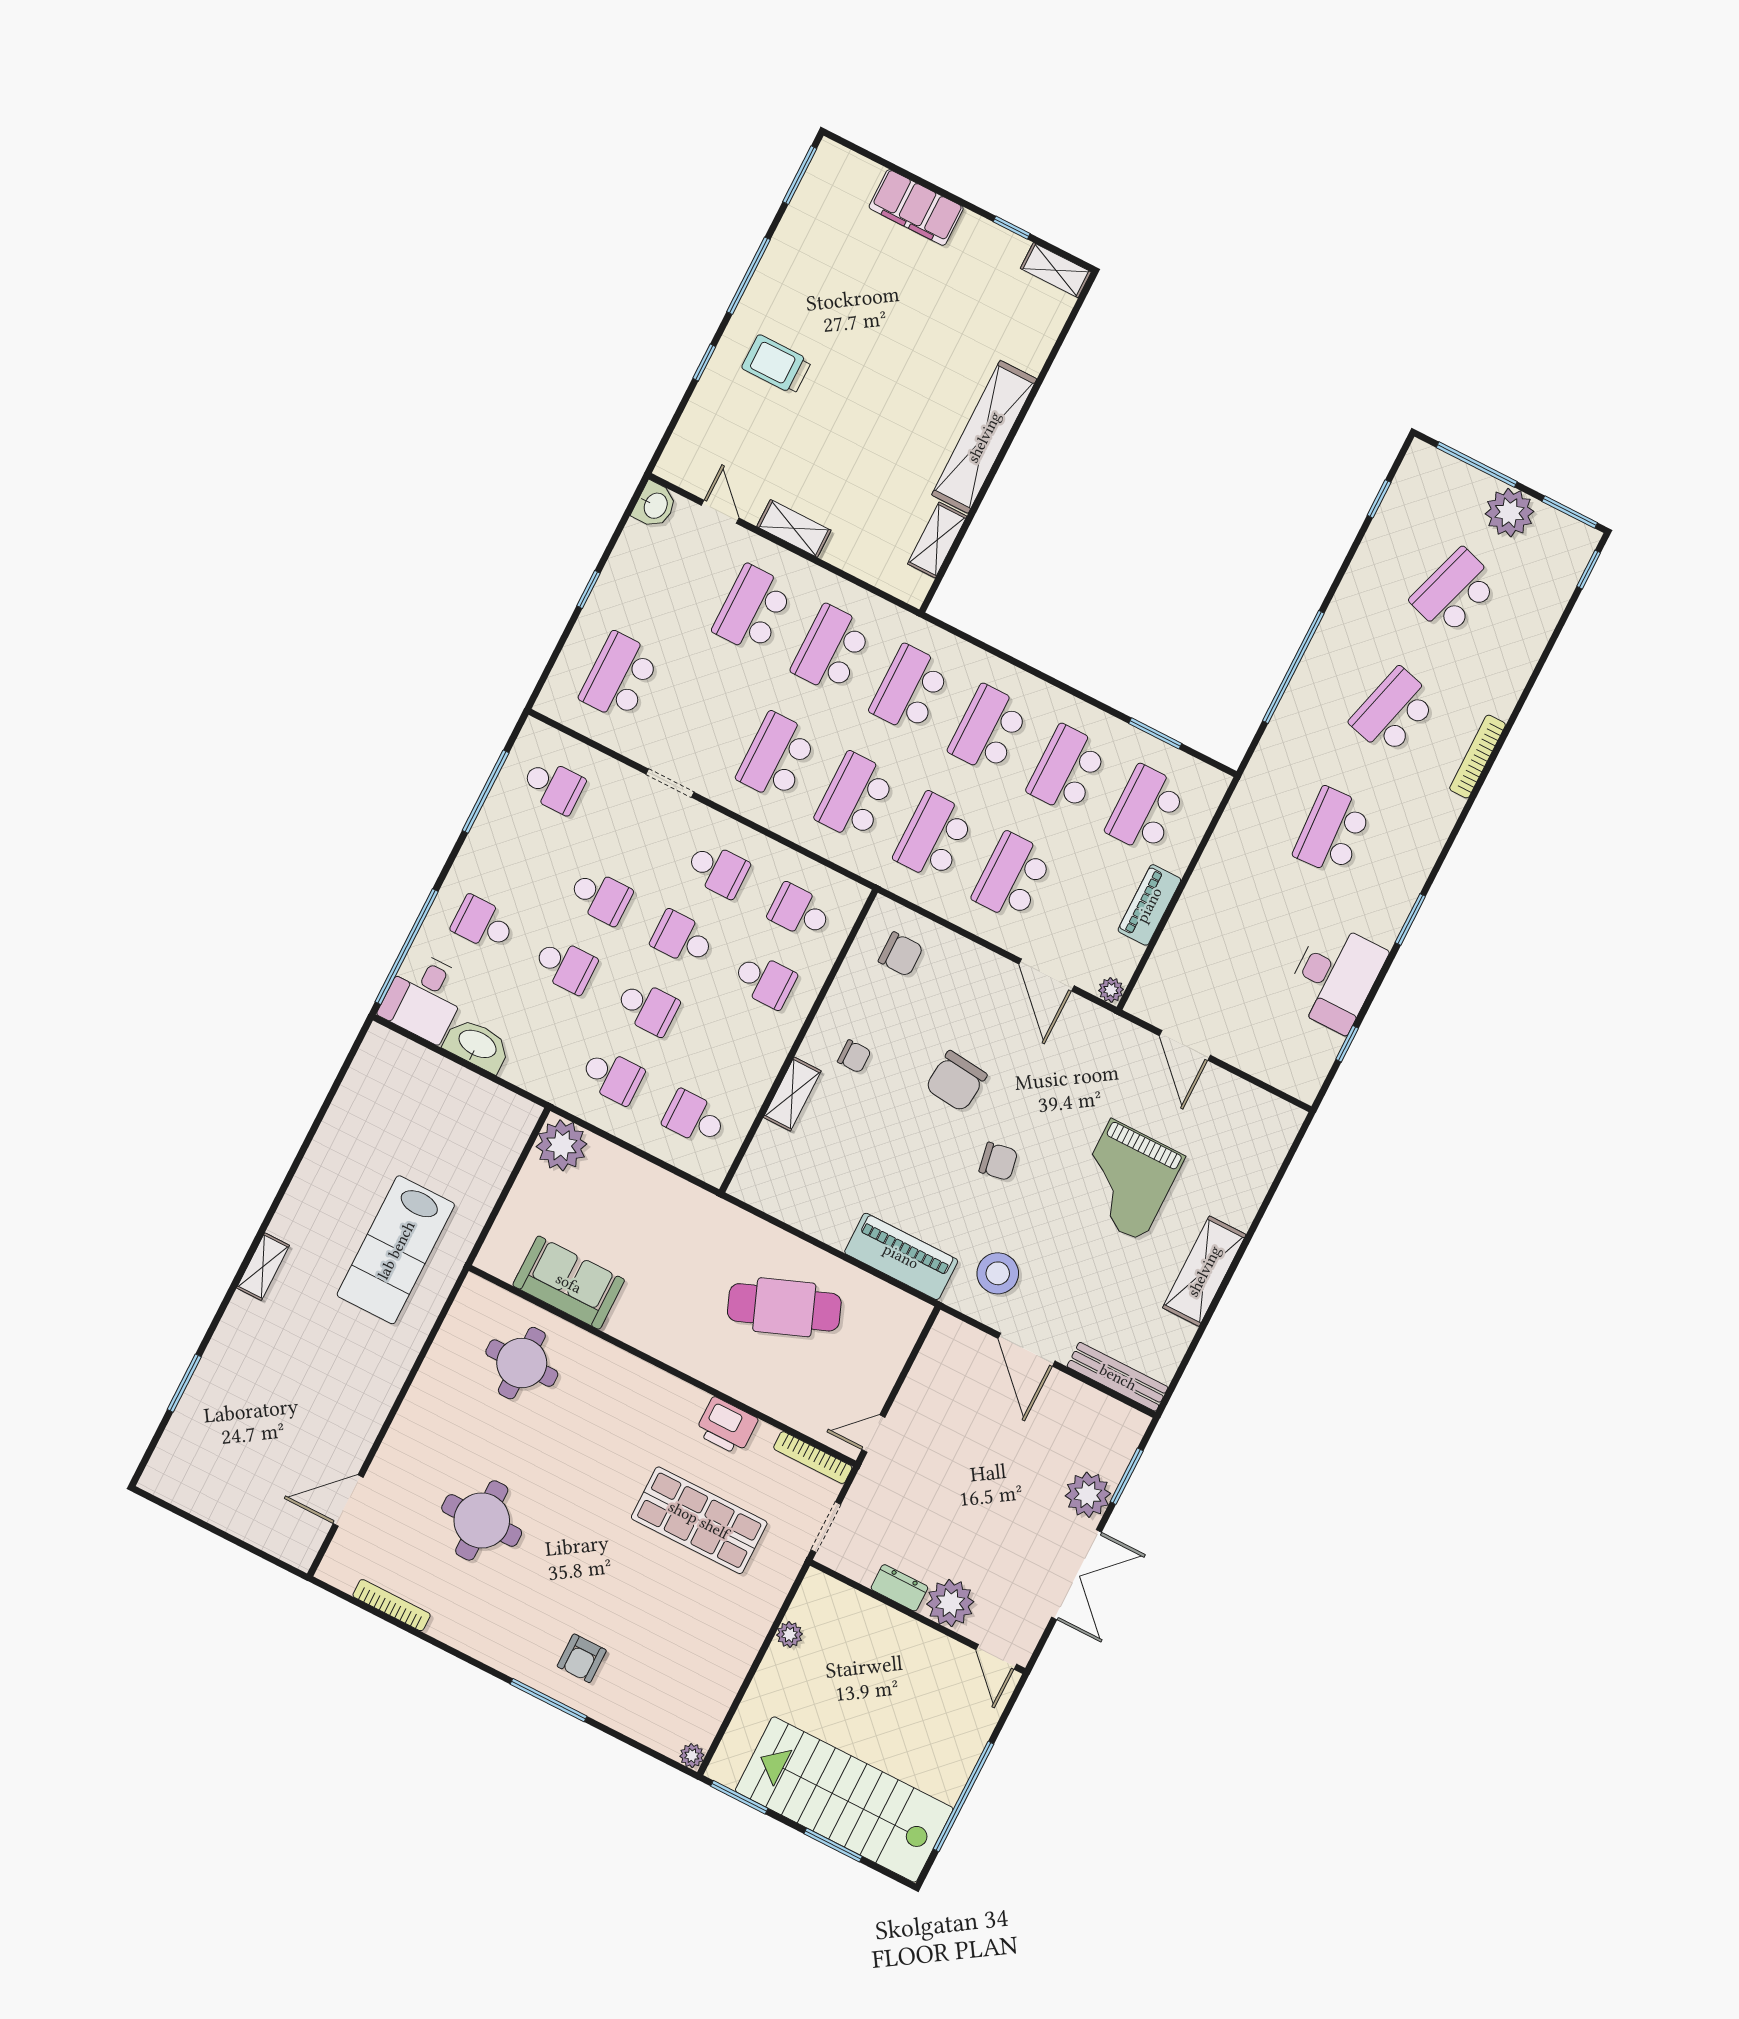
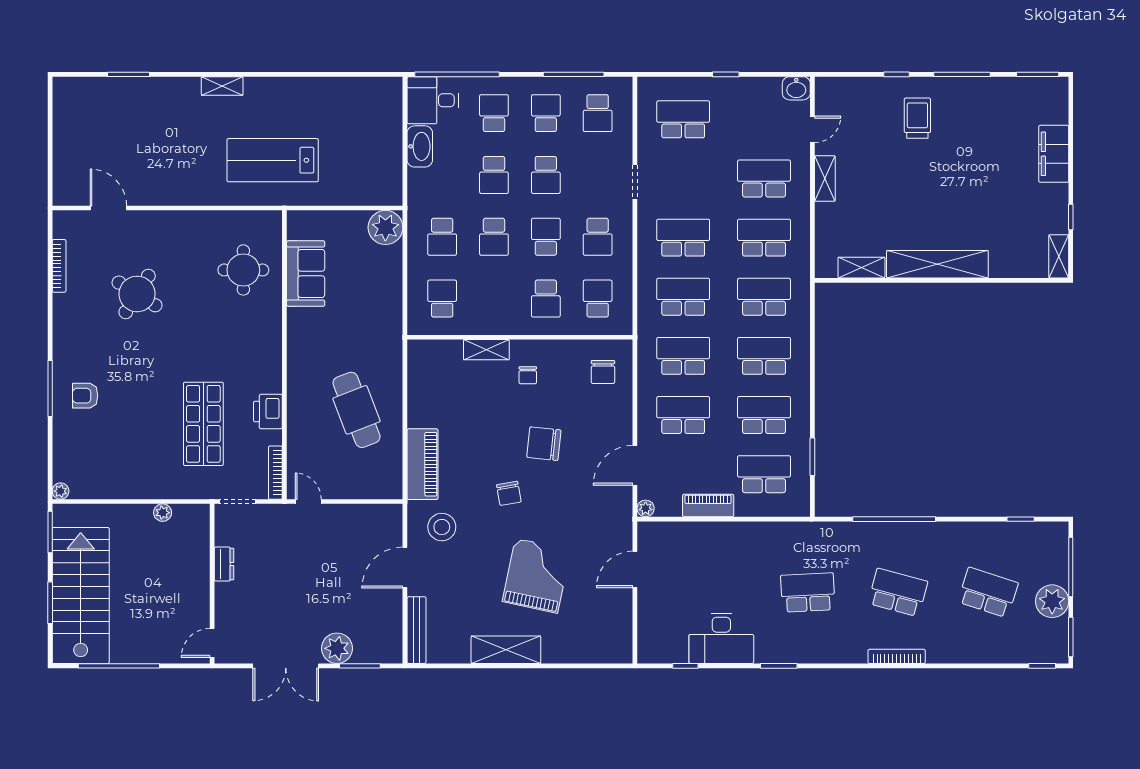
school desk: (518, 855) -> (546, 113), added
grand piano: (1126, 1180) -> (537, 576), turned 102
round table: (482, 1520) -> (137, 294), turned 32
plant: (950, 1603) -> (230, 599), removed

